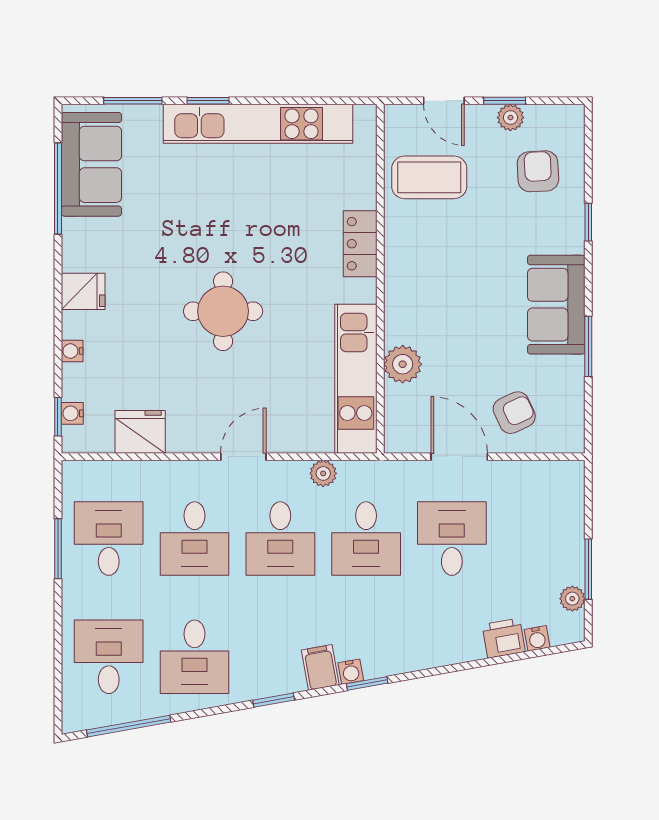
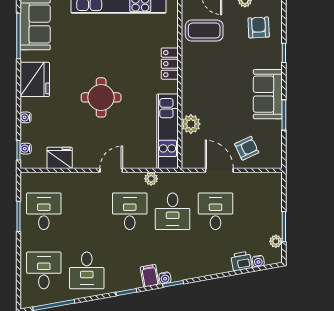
fridge: (83, 291) -> (35, 79), width x1.88, depth x1.34
desk: (194, 539) -> (87, 211), removed
desk: (280, 539) -> (130, 211), turned 180

